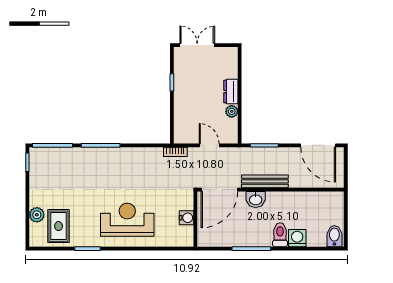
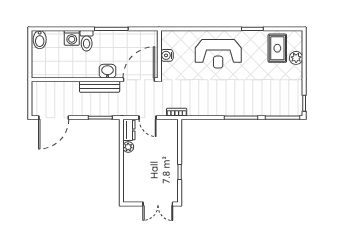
dresser: (231, 92) -> (129, 130), moved
door: (318, 145) -> (54, 118), swing flipped

